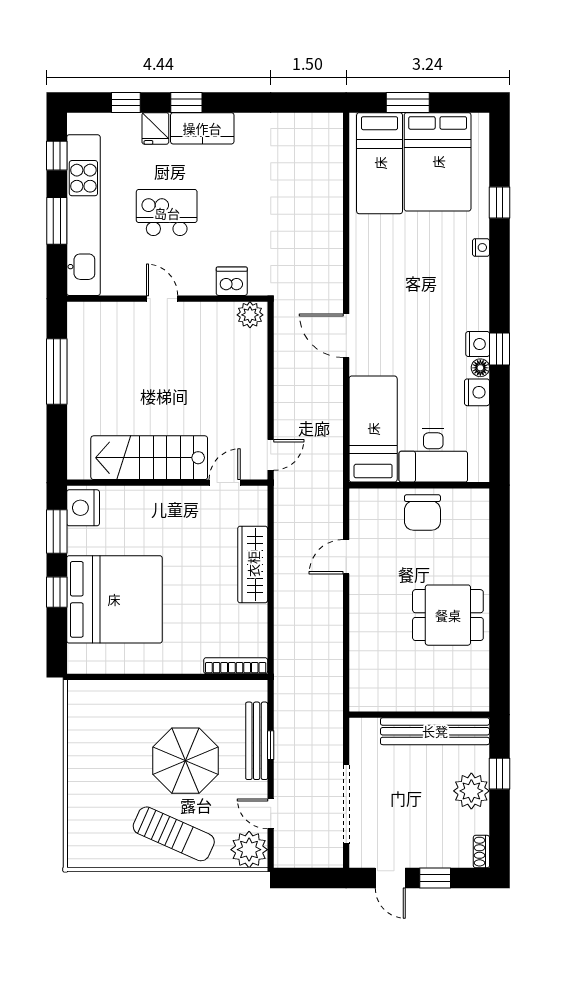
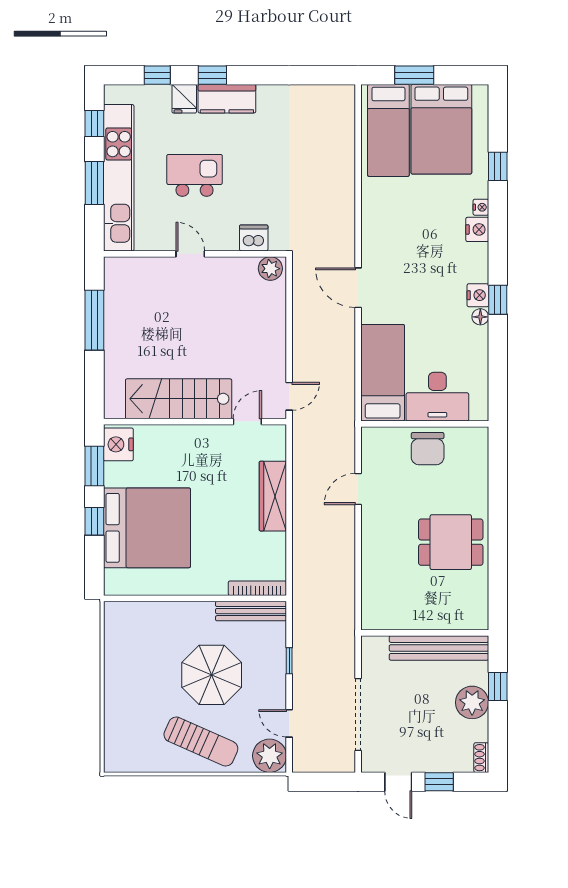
nightstand: (477, 392) -> (477, 229), moved
bench: (257, 741) -> (251, 611), moved, turned 90

